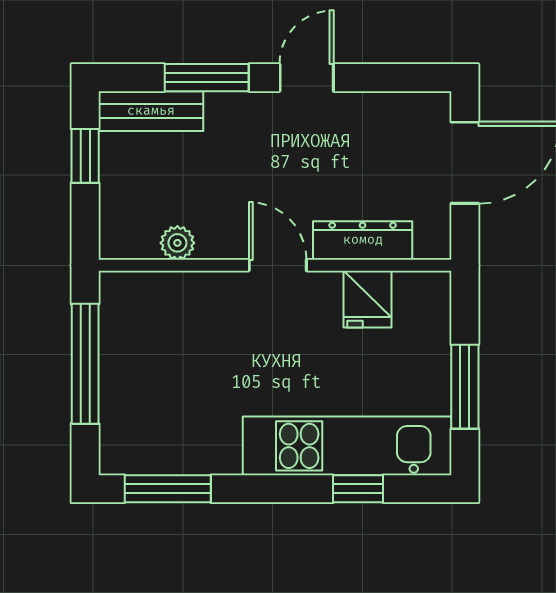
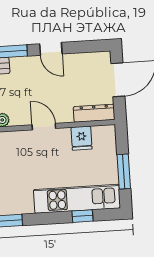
door: (307, 78) -> (51, 49), swing flipped
dresser: (363, 240) -> (94, 113), moved

